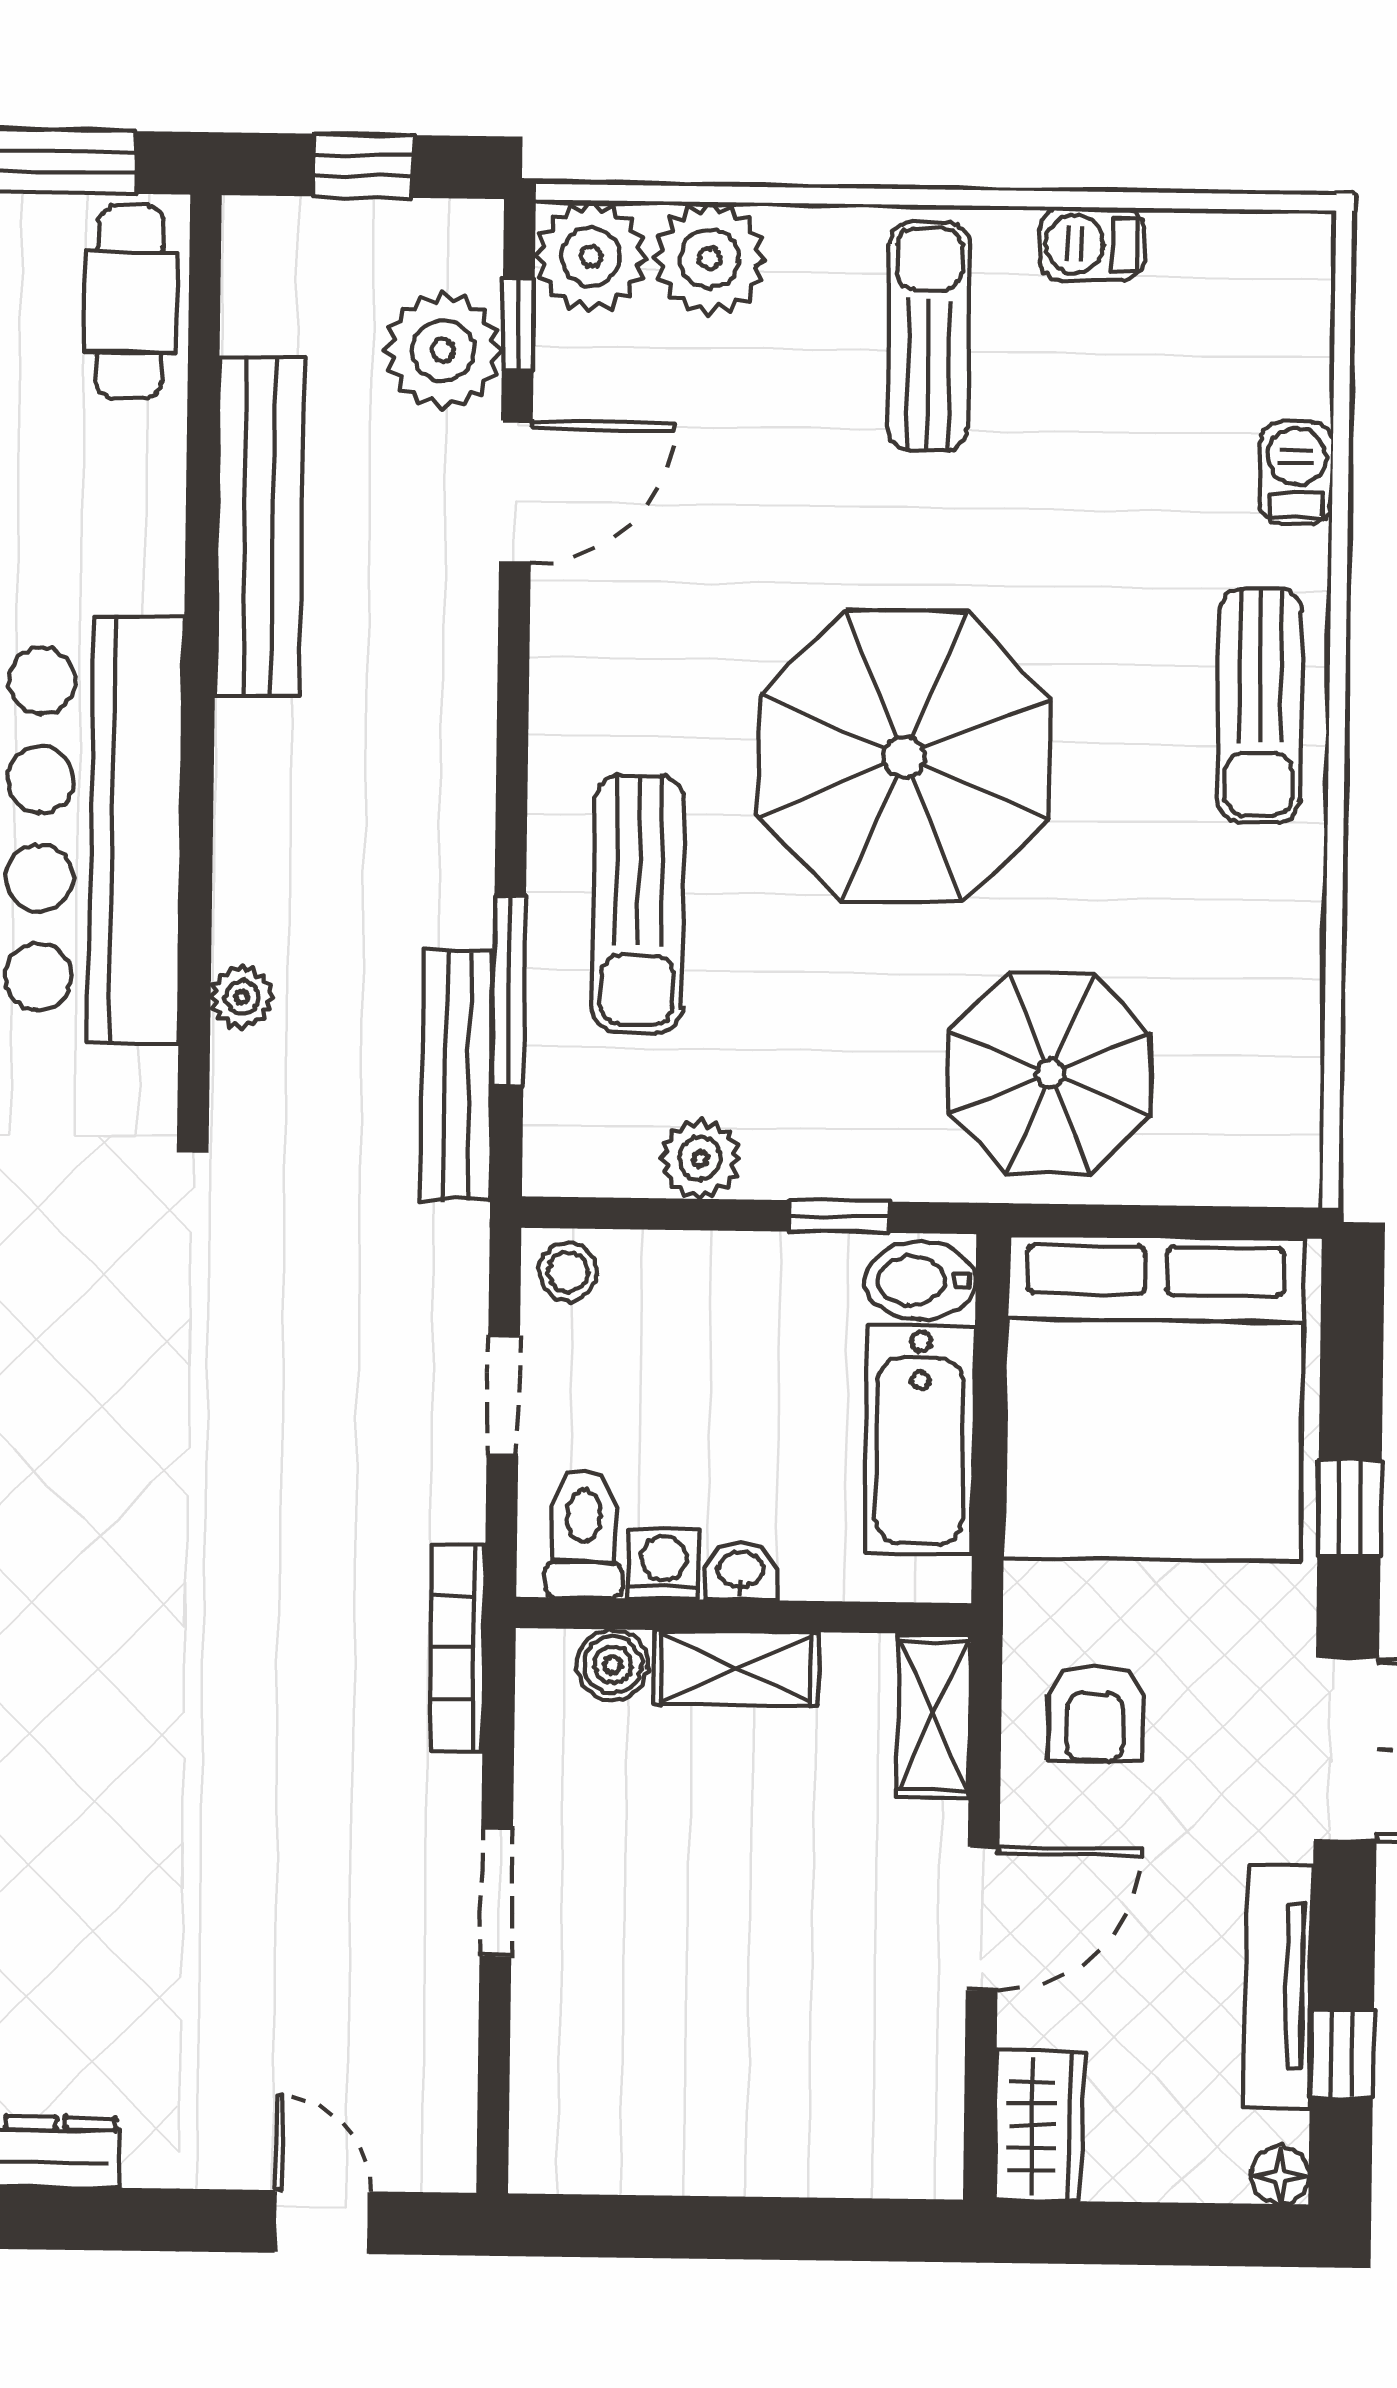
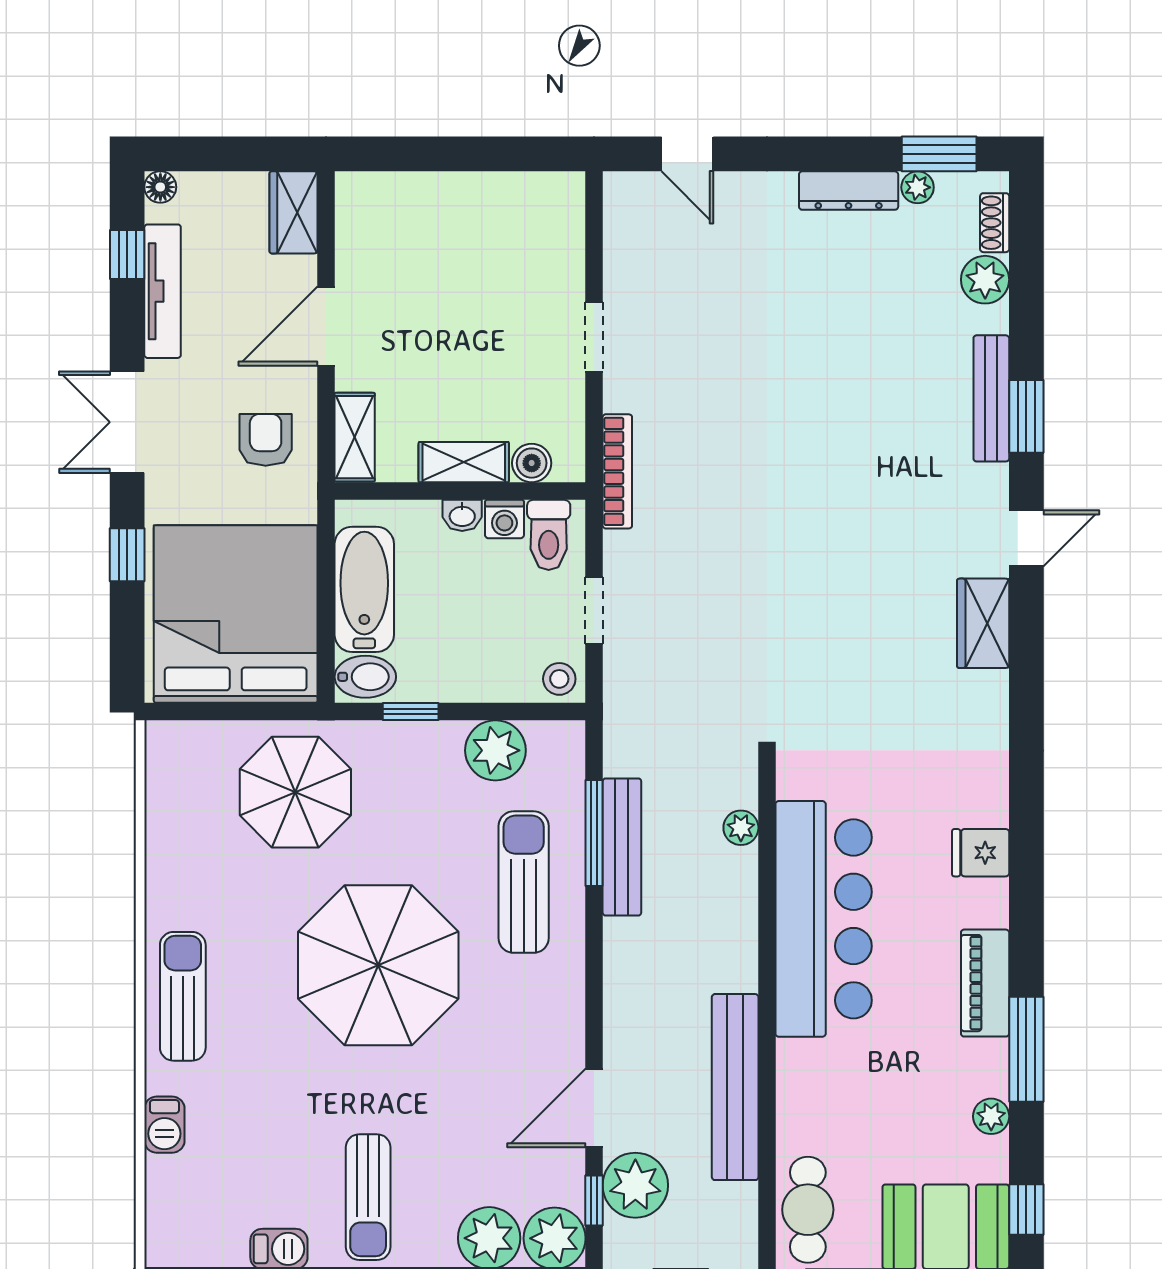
bench: (457, 1076) -> (622, 847), moved
plant: (700, 1159) -> (495, 750), width x1.36, depth x1.36

